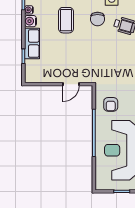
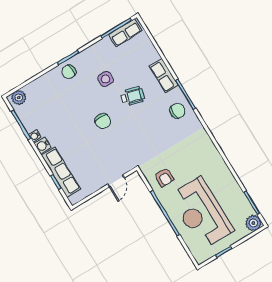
chair: (98, 19) -> (103, 121), moved
coffee table: (66, 20) -> (75, 124), removed
row of seats: (32, 43) -> (61, 172), width x1.48

